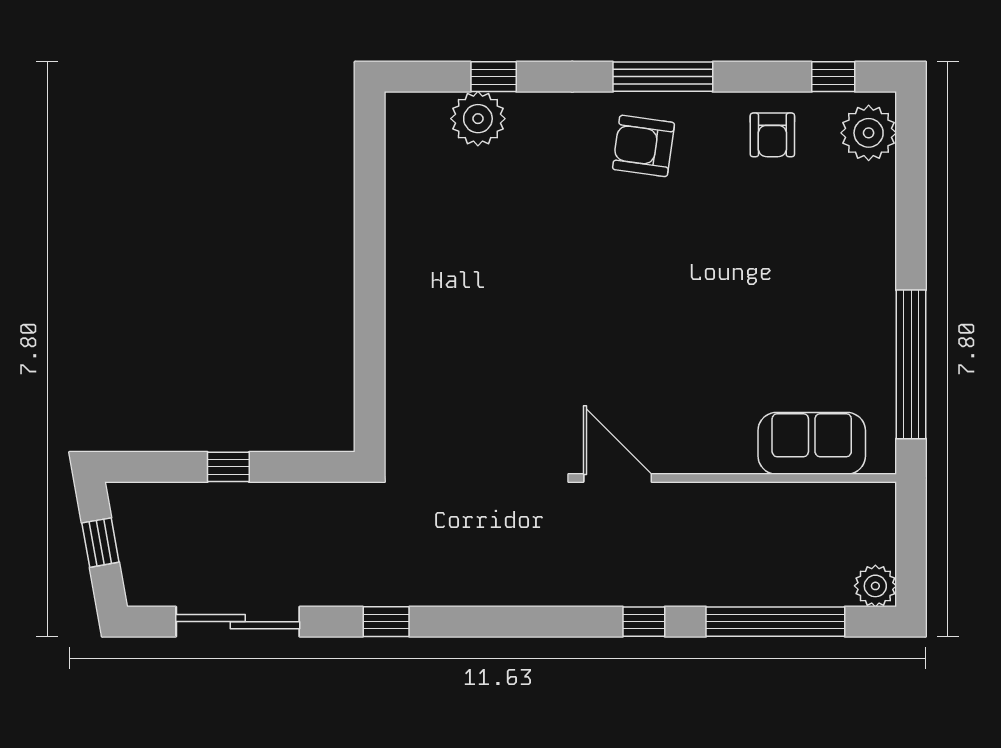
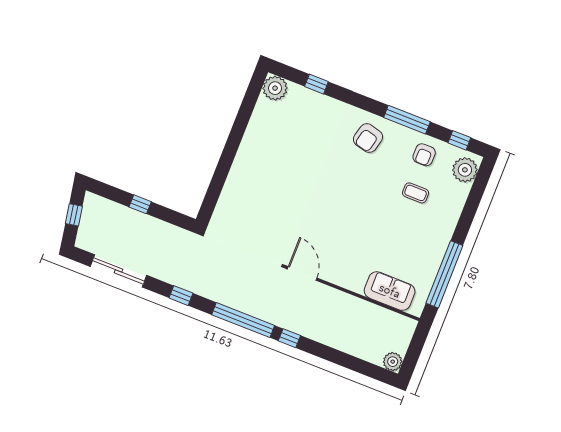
window: (663, 77) -> (407, 120), moved
plant: (478, 119) -> (275, 88), moved
armchair: (643, 146) -> (368, 138), turned -84
coffee table: (786, 220) -> (416, 193), added
window: (775, 622) -> (243, 320), moved

